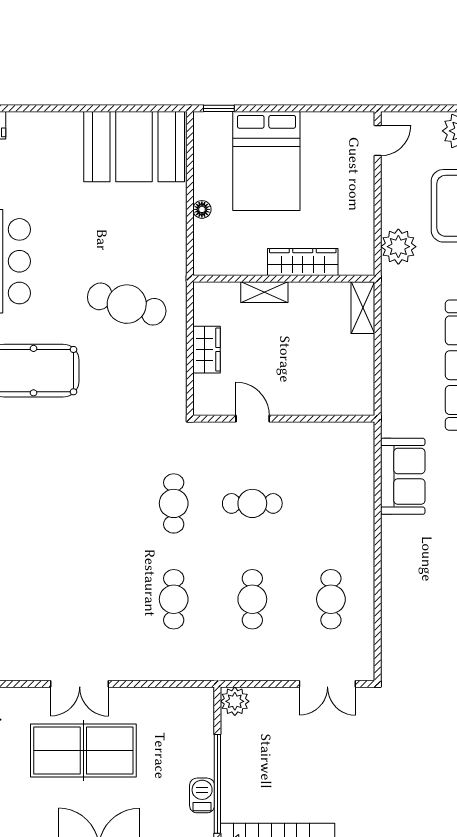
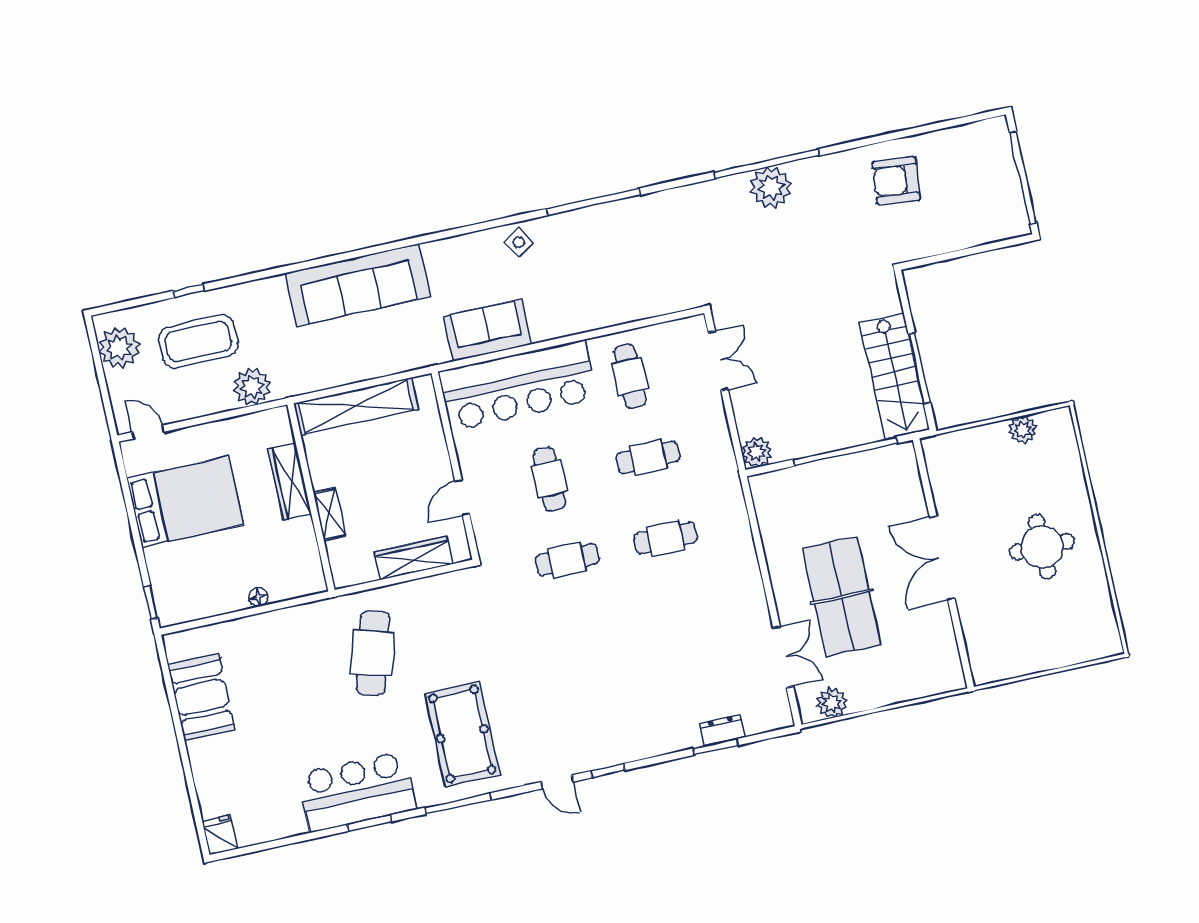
booth: (134, 147) -> (201, 697), width x0.73, depth x0.70
bed: (266, 161) -> (185, 502), moved
shelving: (363, 308) -> (356, 406), width x2.20, depth x1.33
wardrobe: (207, 350) -> (414, 558), width x1.50
bar counter: (345, 493) -> (518, 385), added
cafe table: (331, 599) -> (630, 376), turned 90
double door: (80, 684) -> (783, 657), moved
barbecue: (202, 795) -> (861, 464), removed

